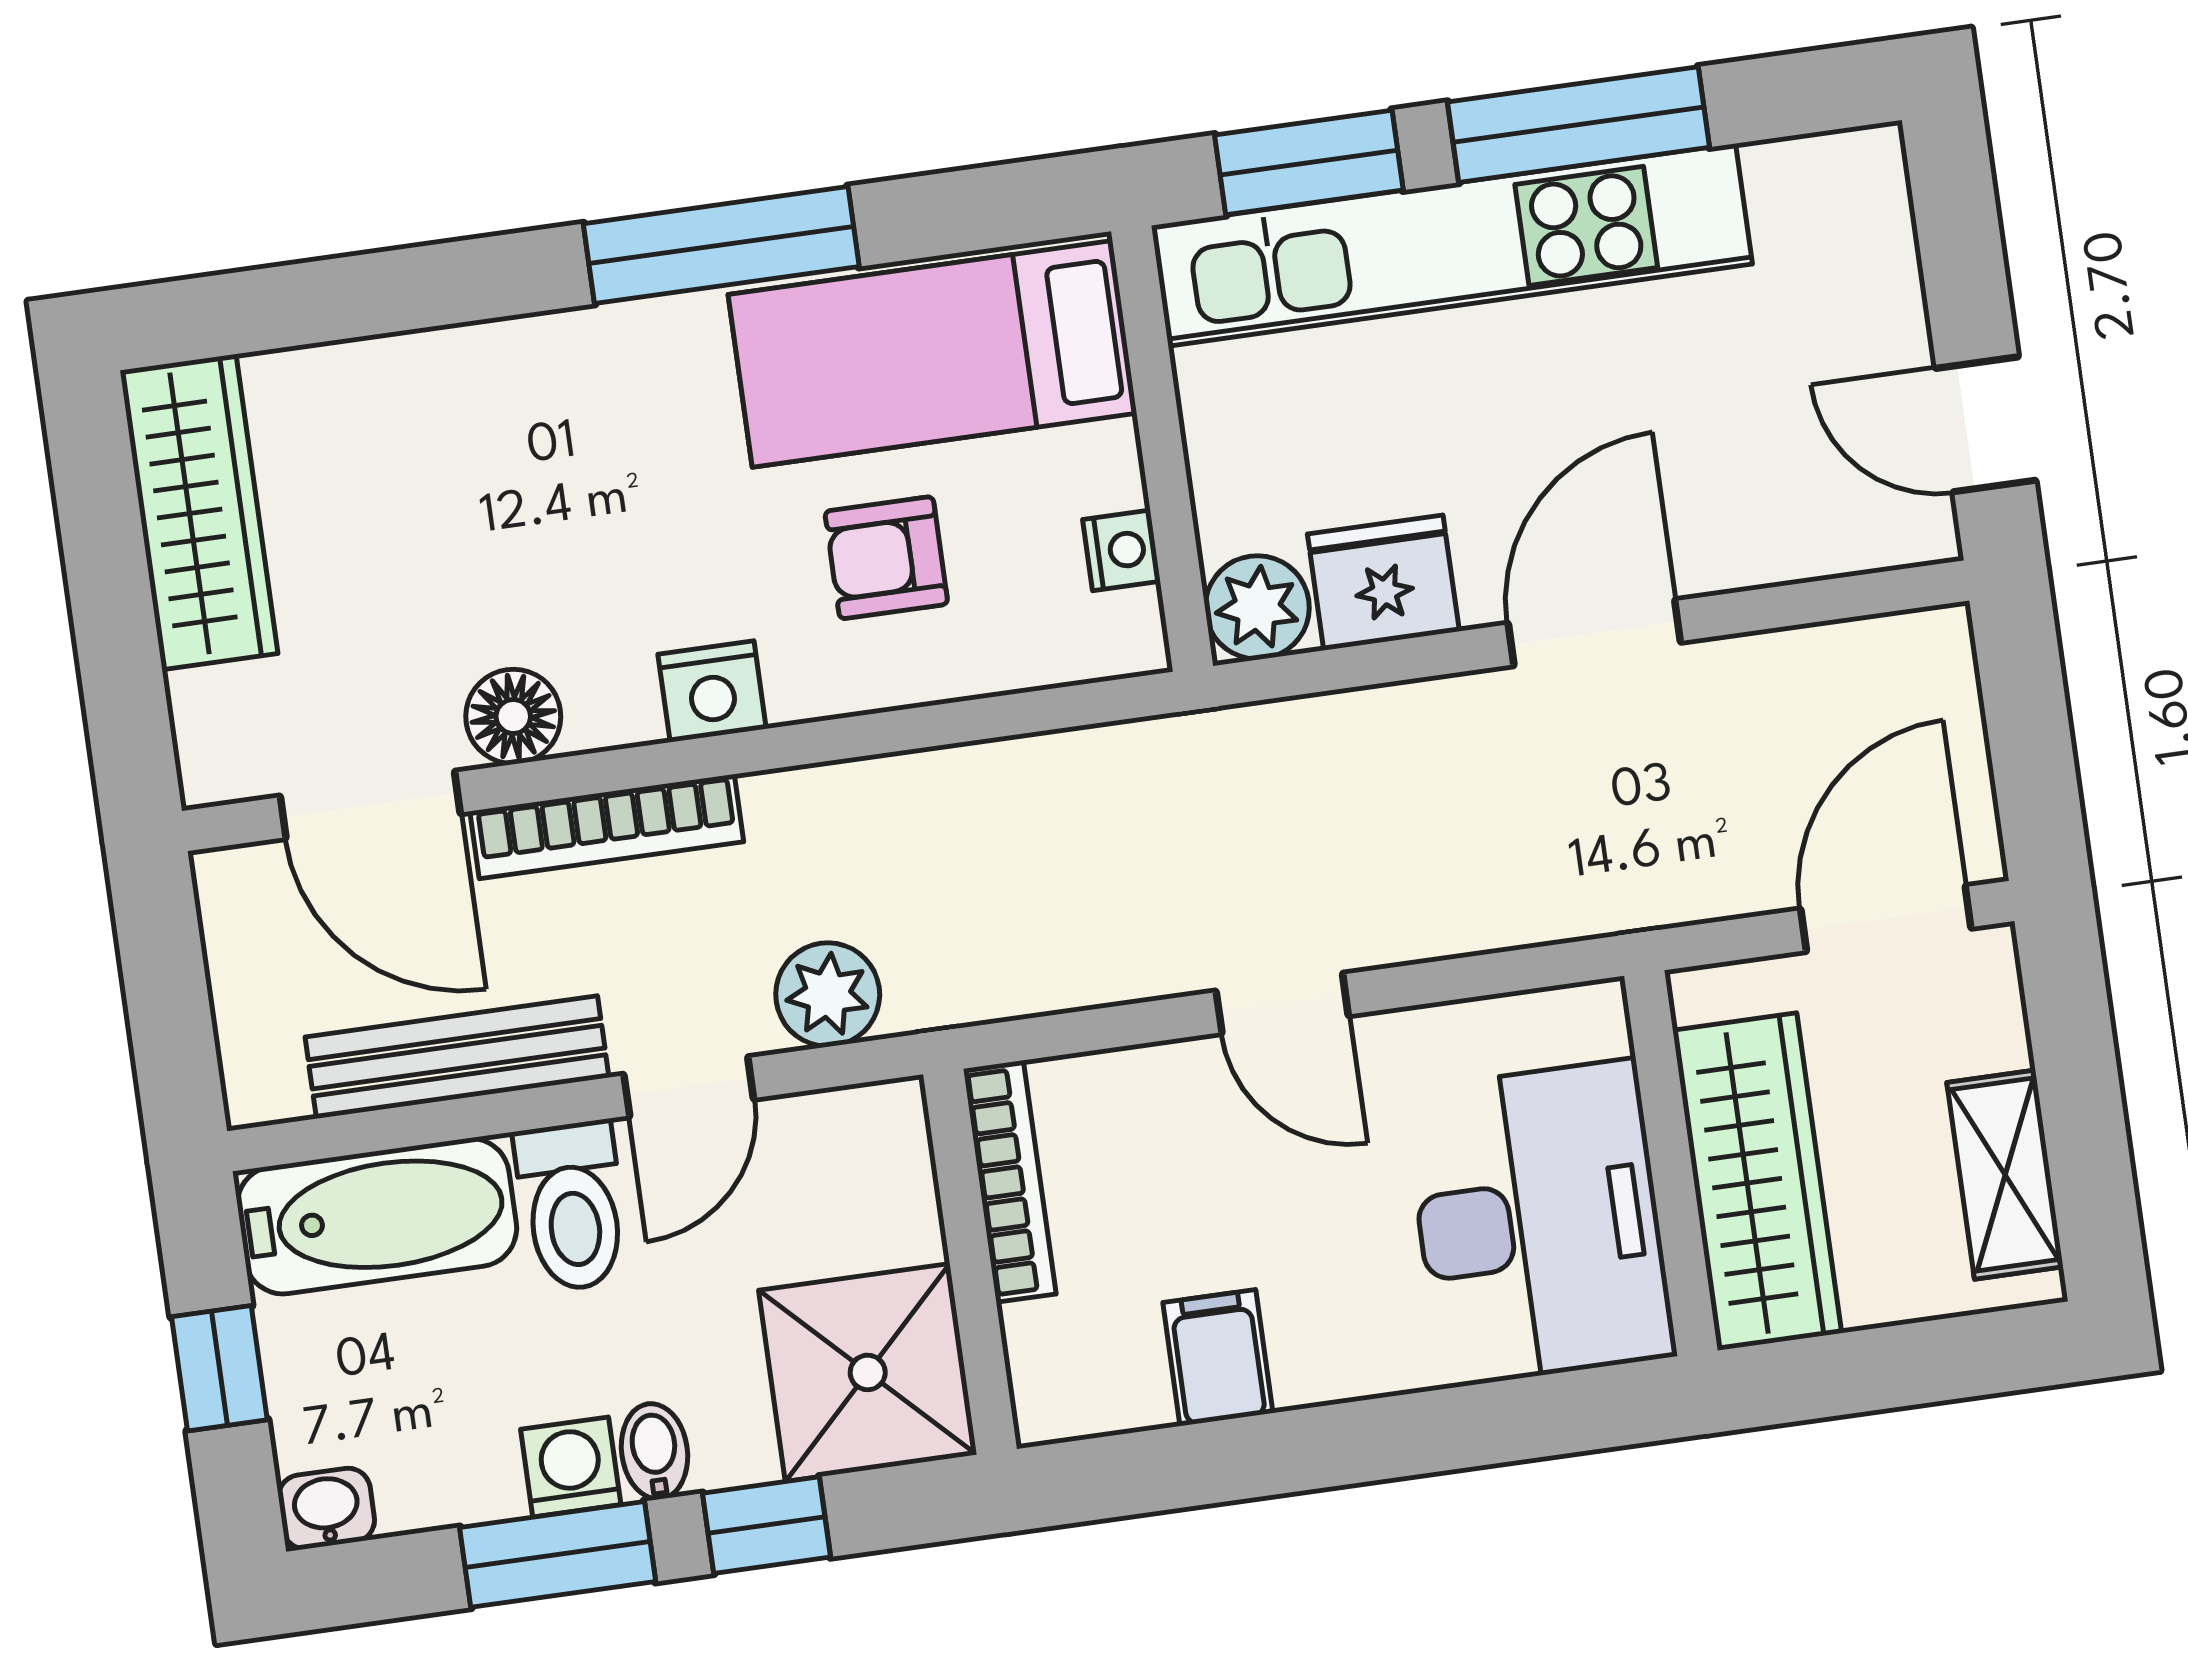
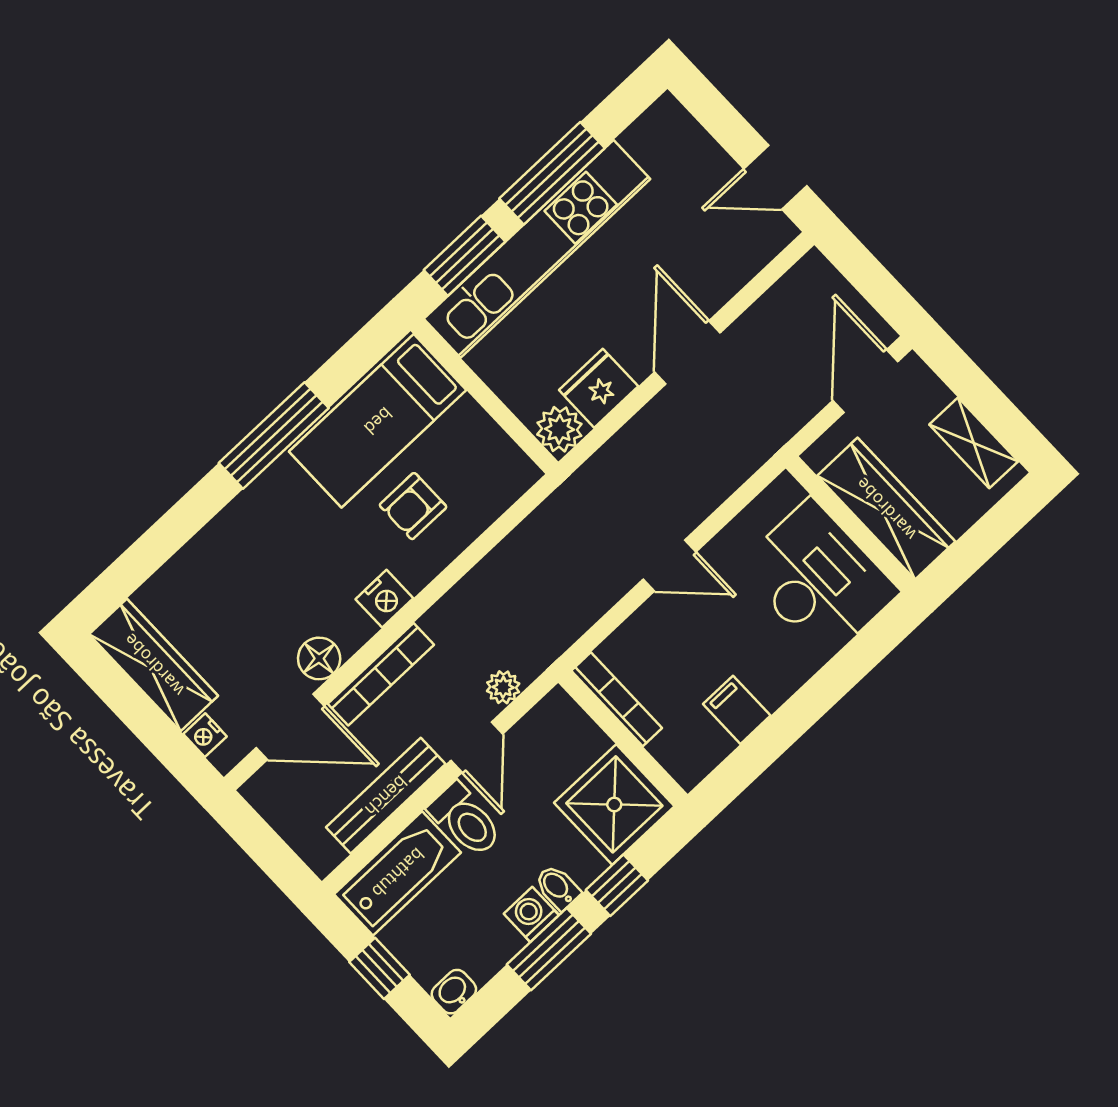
nightstand: (1121, 550) -> (205, 735), moved, turned 180
plant: (828, 995) -> (503, 687), width x0.73, depth x0.73

